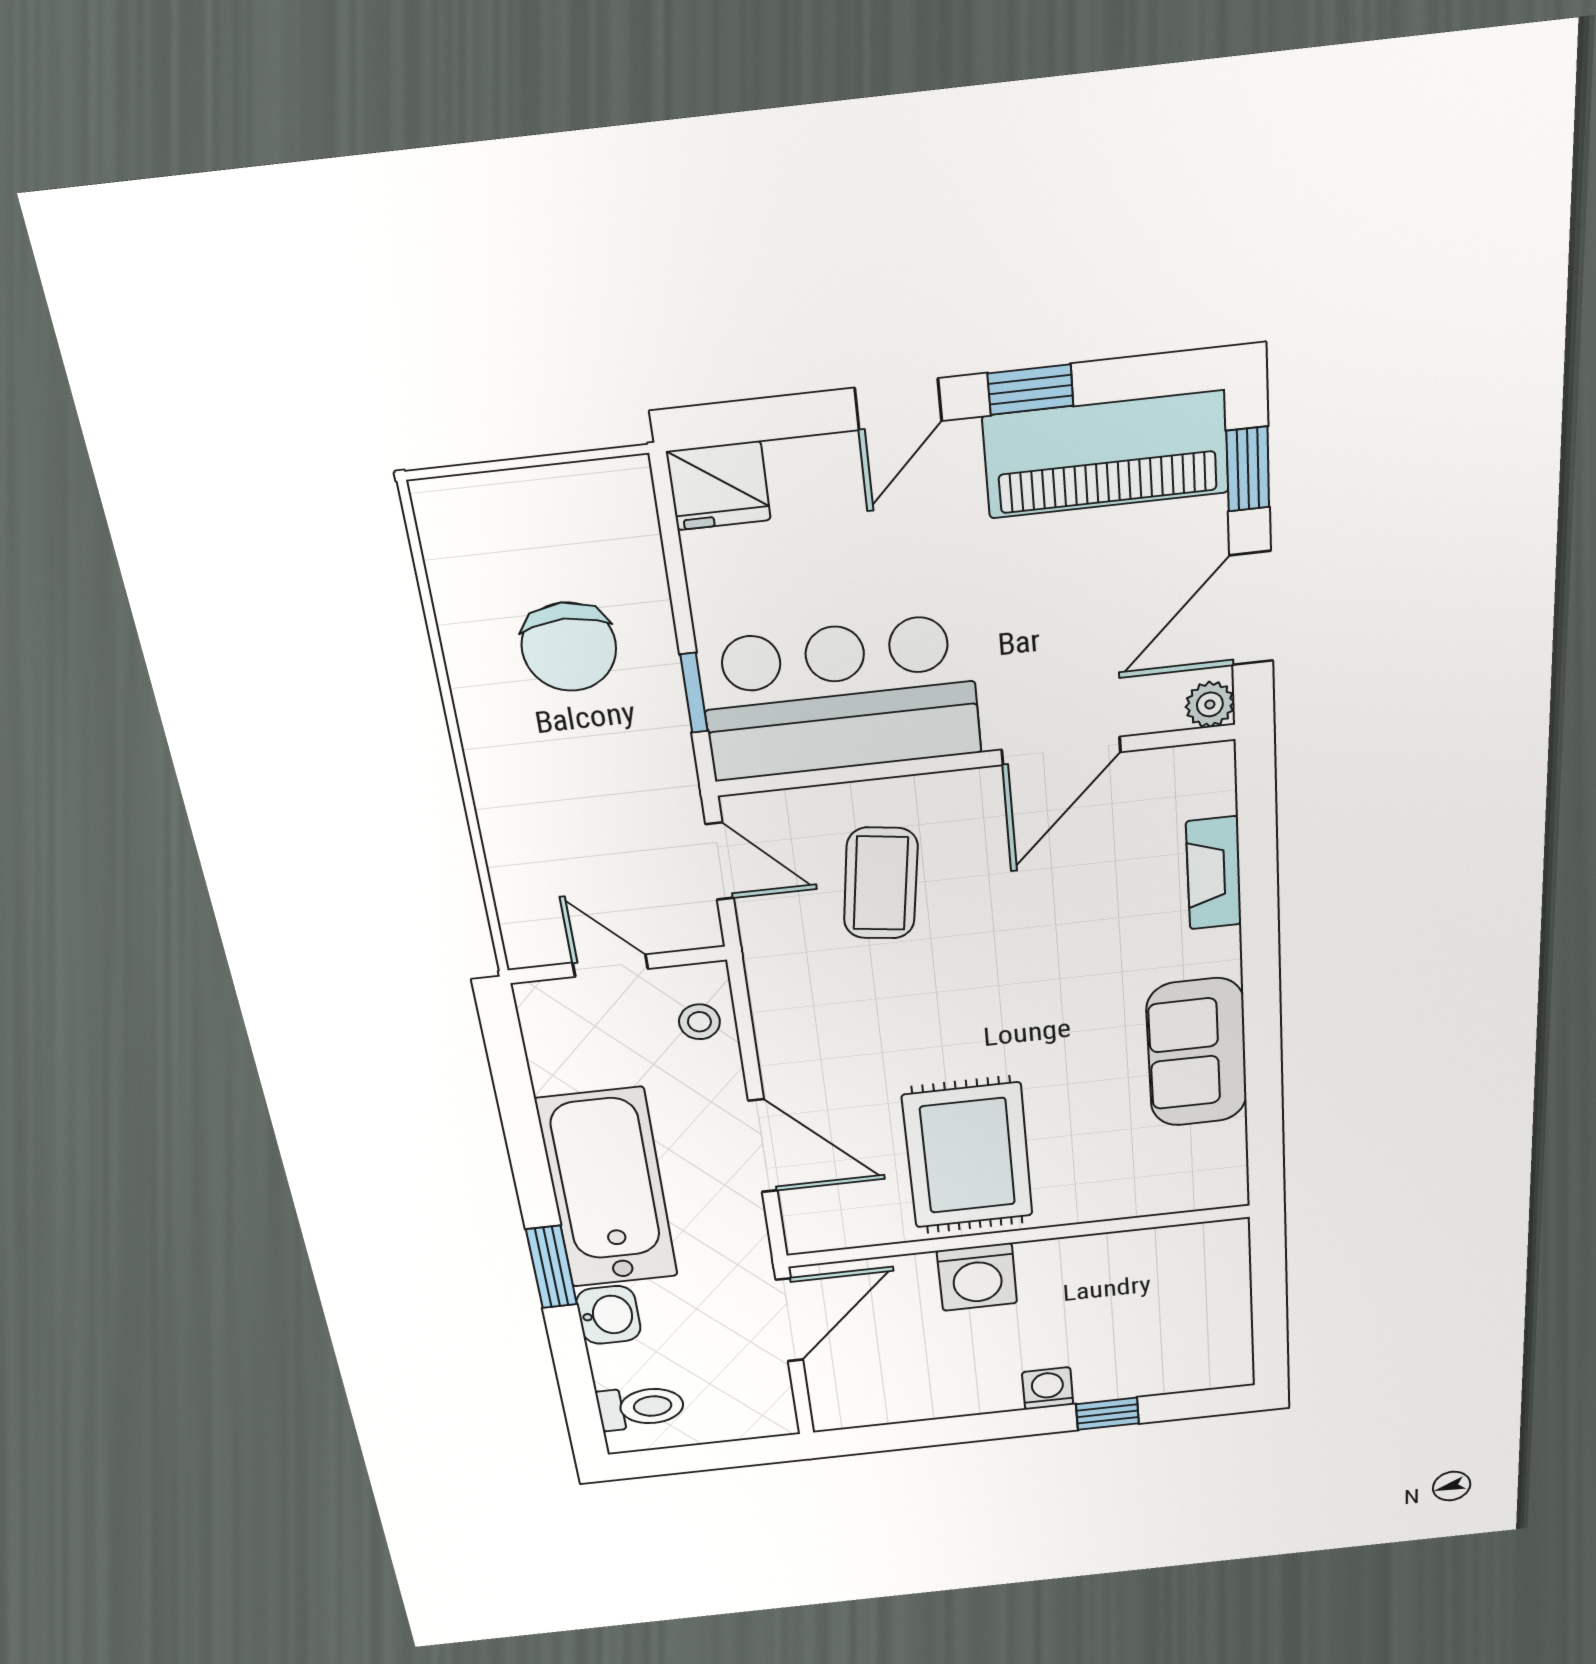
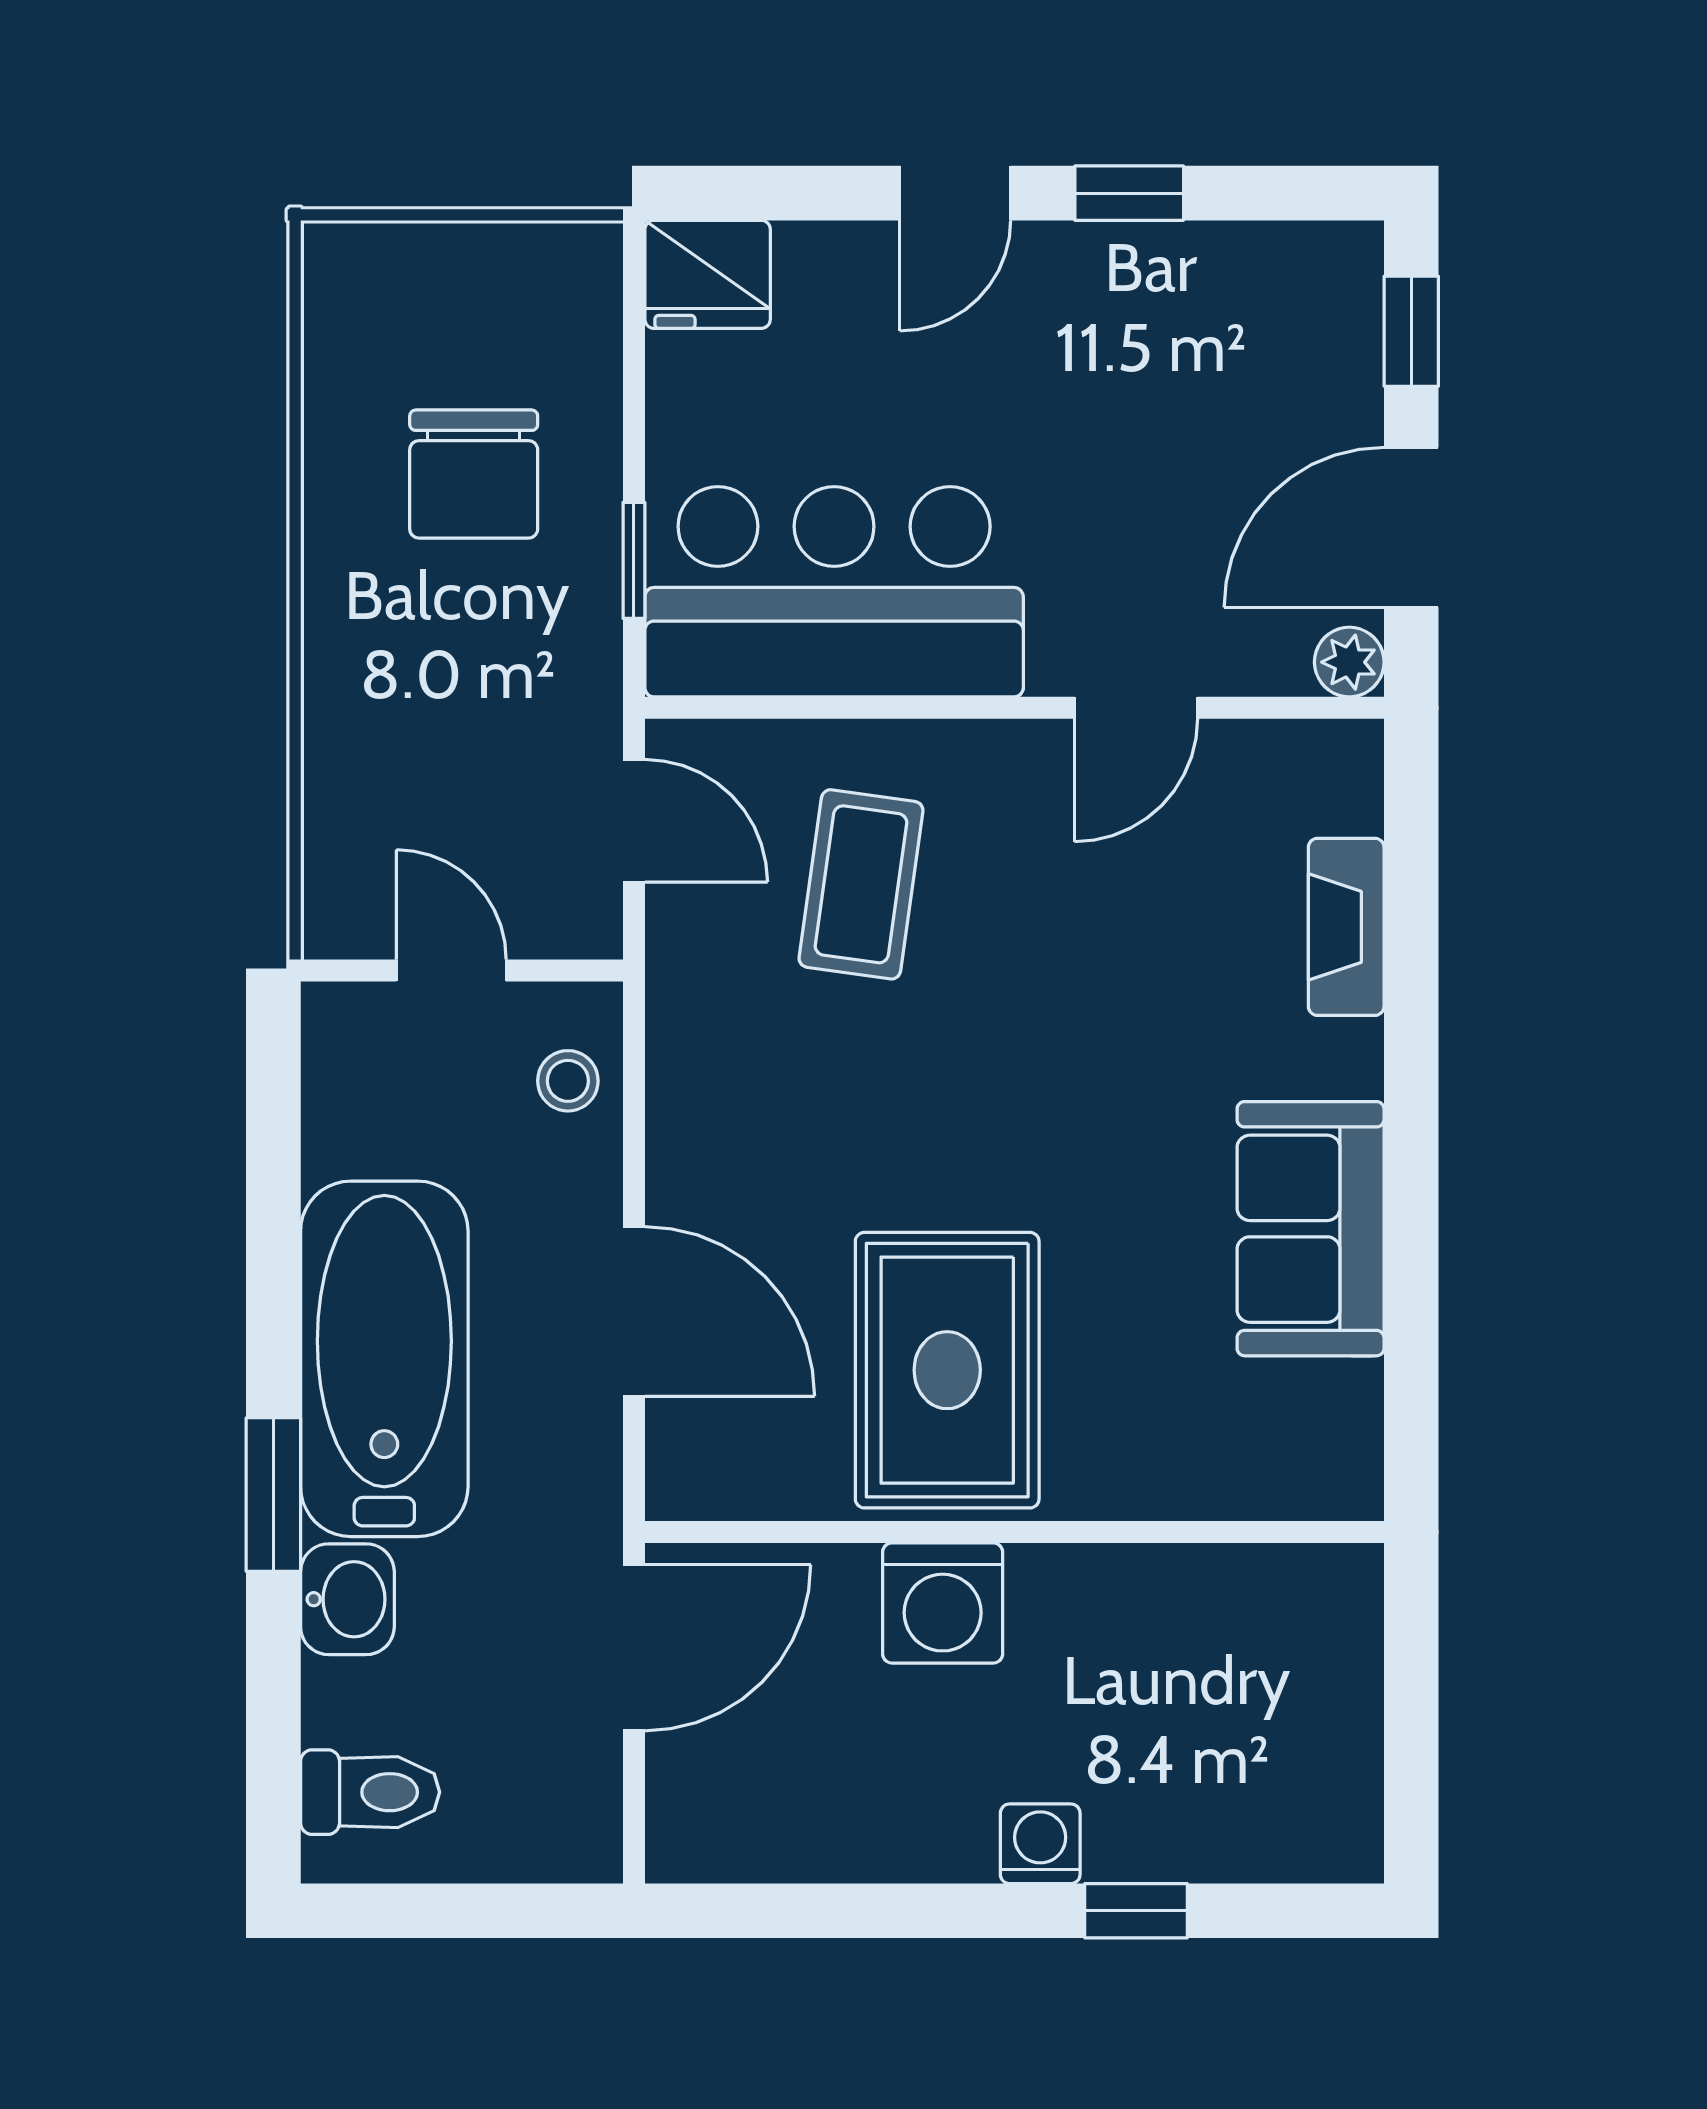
piano: (1106, 454) -> (1223, 290), removed
door: (1061, 751) -> (1136, 708), width x0.73

